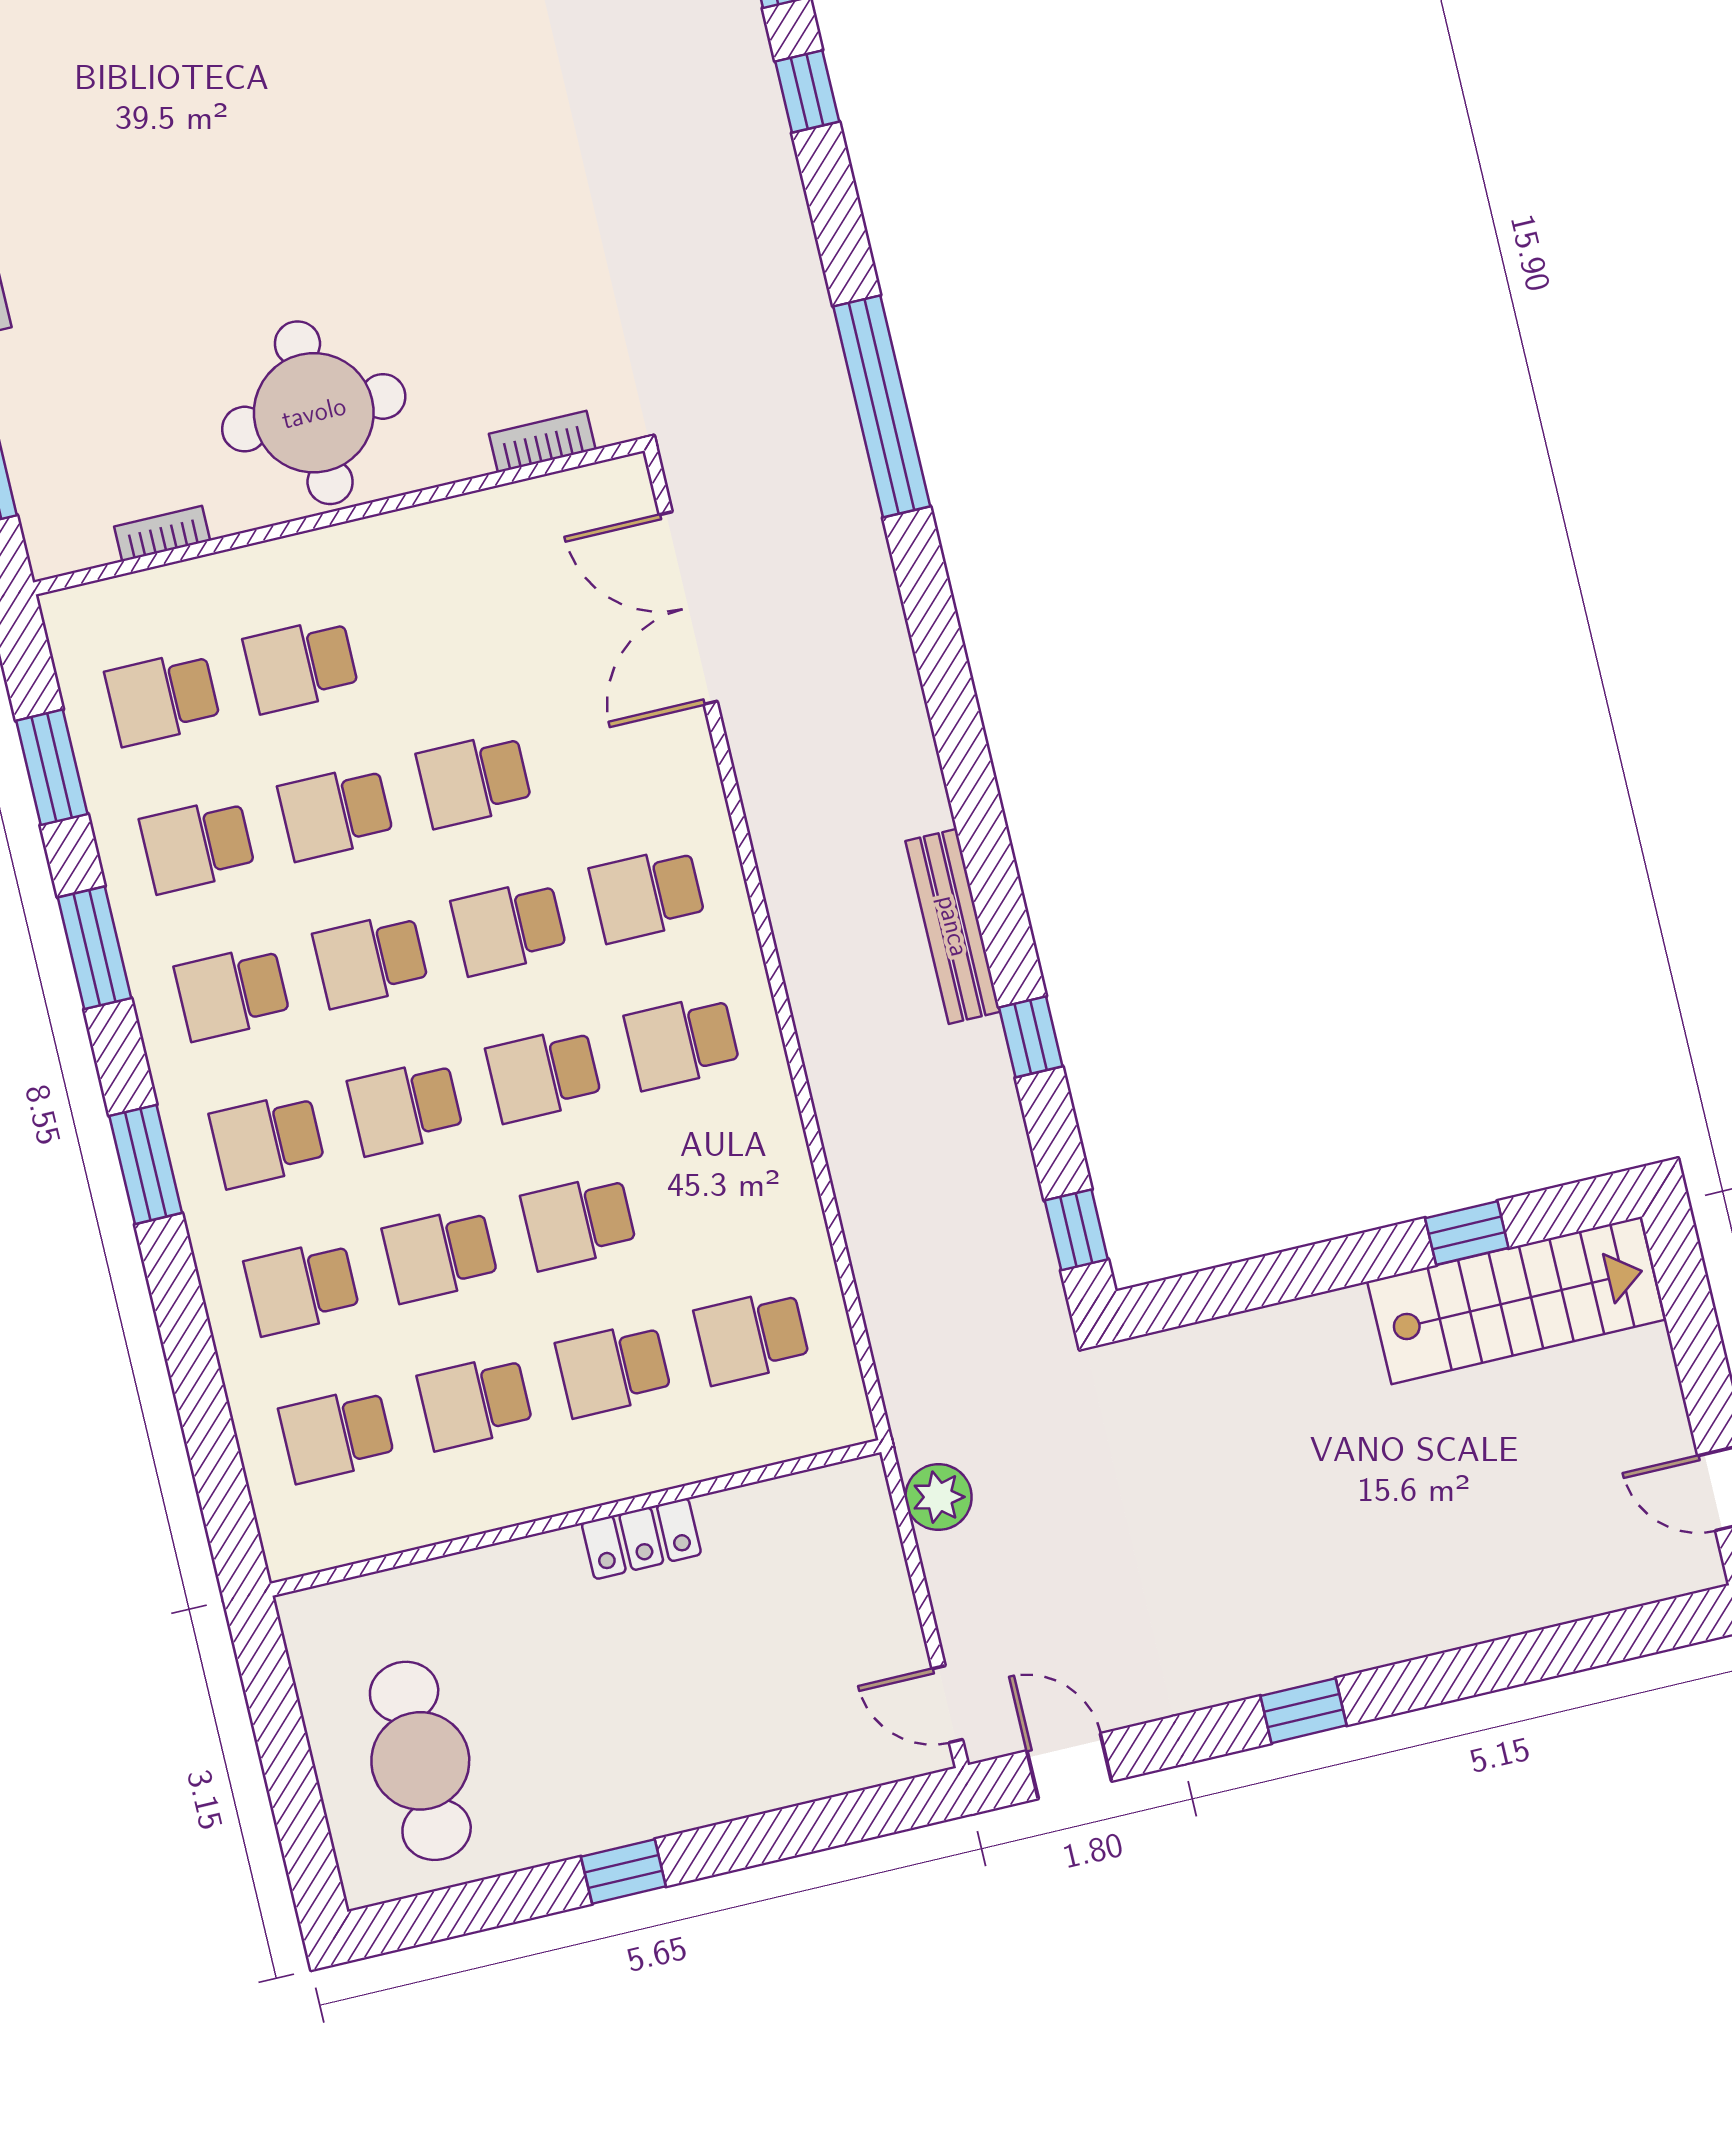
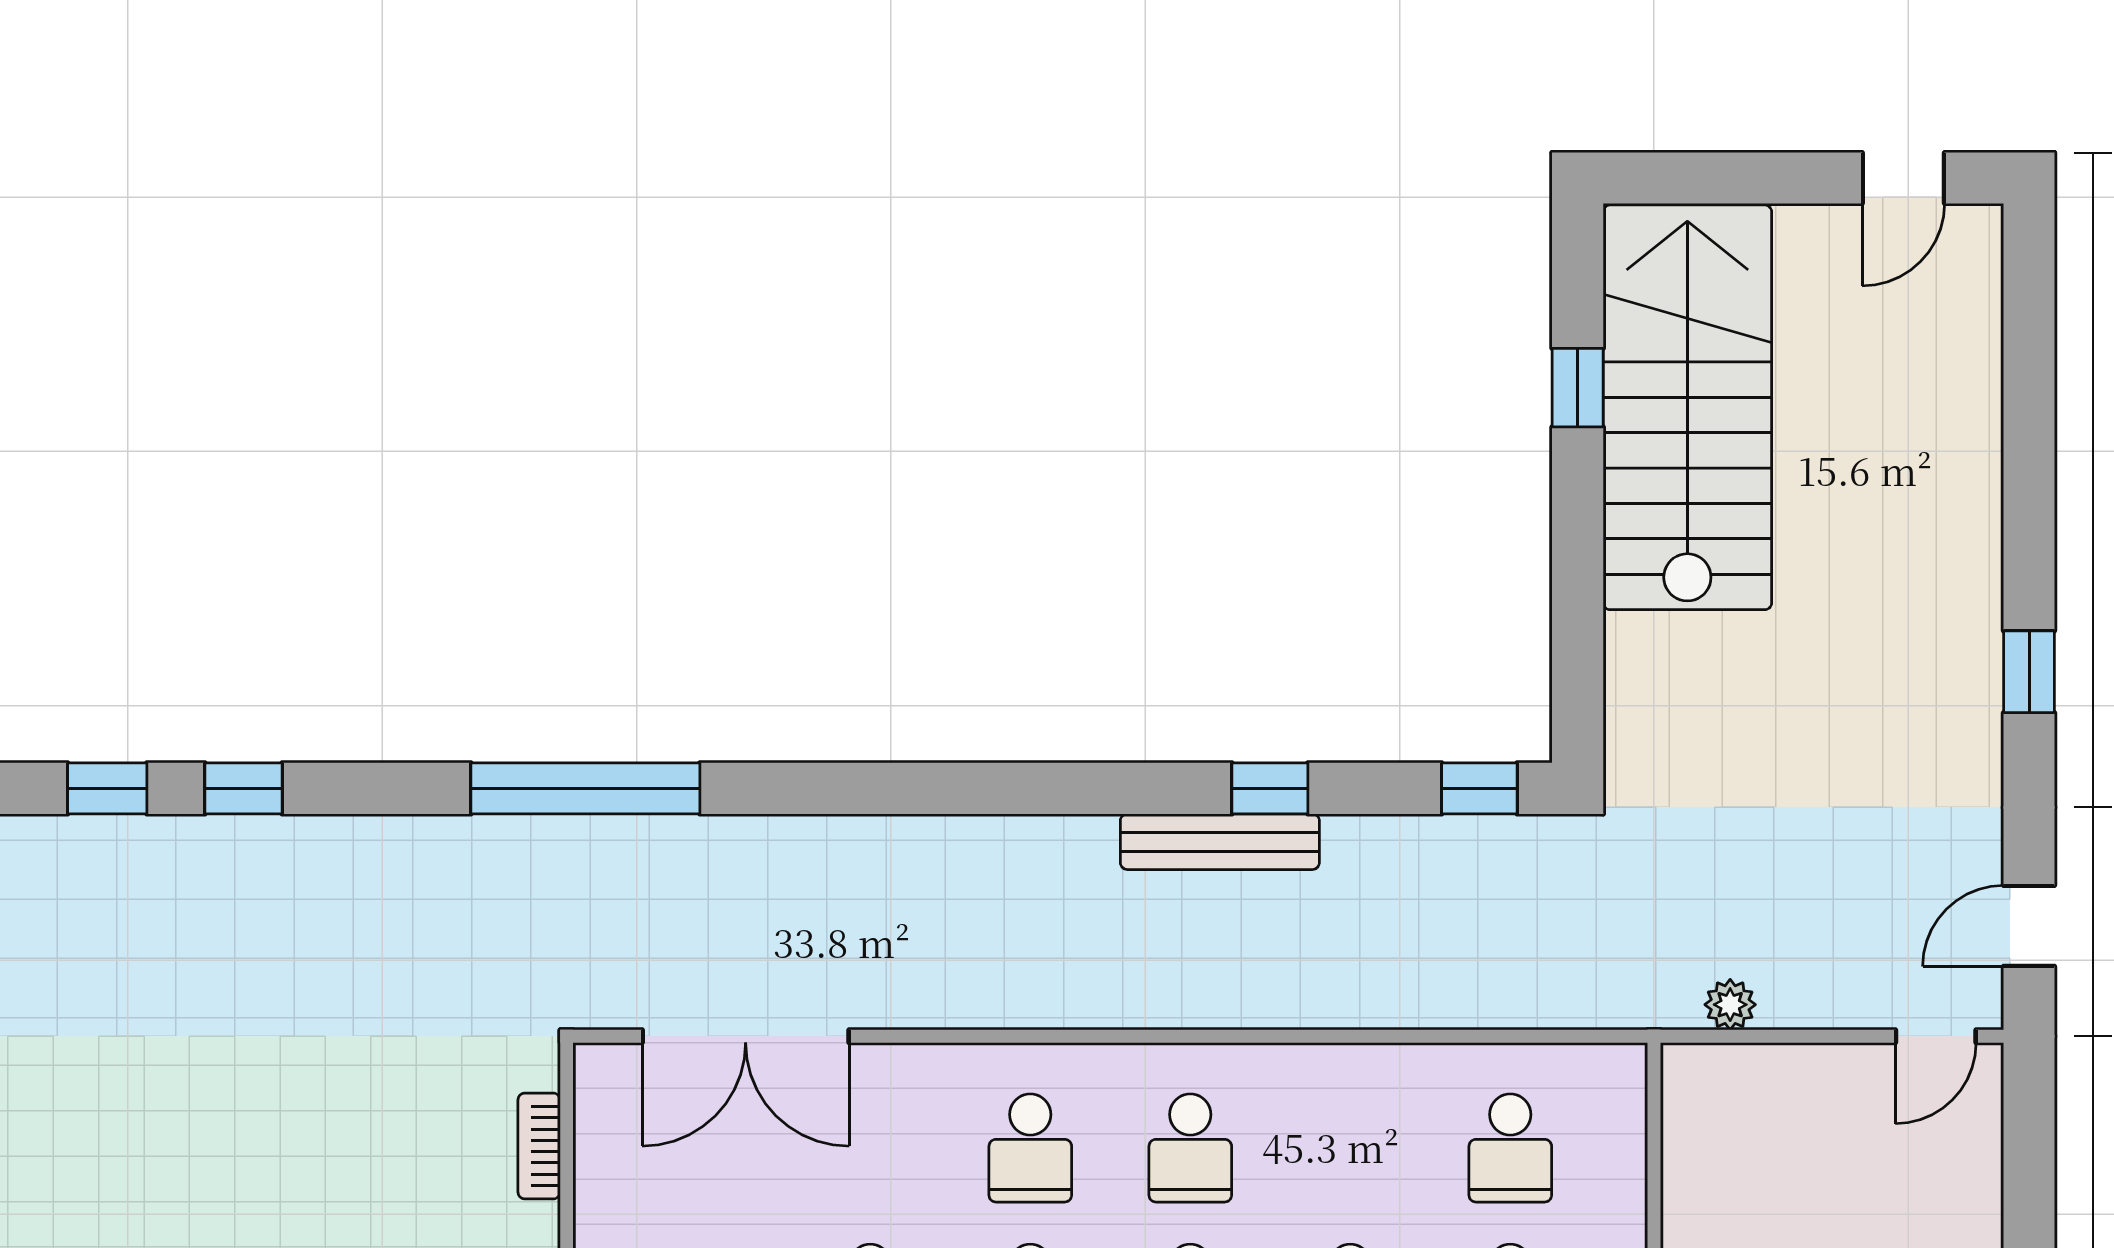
bench: (953, 926) -> (1220, 842), moved
stairs: (1516, 1301) -> (1687, 407), width x1.36, depth x1.51
plant: (938, 1497) -> (1730, 1005), width x0.73, depth x0.73

